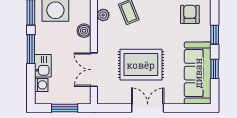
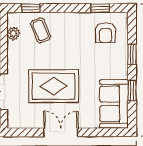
armchair: (190, 14) -> (106, 33), turned 180
sofa: (198, 73) -> (114, 104), width x0.73

